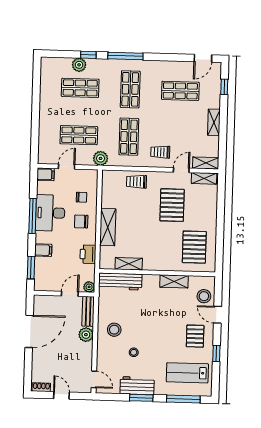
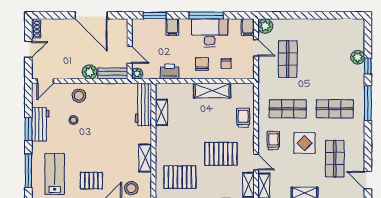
shop shelf: (80, 88) -> (335, 59), removed
display table: (164, 121) -> (305, 143), added
plant: (101, 158) -> (265, 26), moved
shelving: (108, 227) -> (212, 91), moved
stool: (114, 330) -> (79, 96), moved

